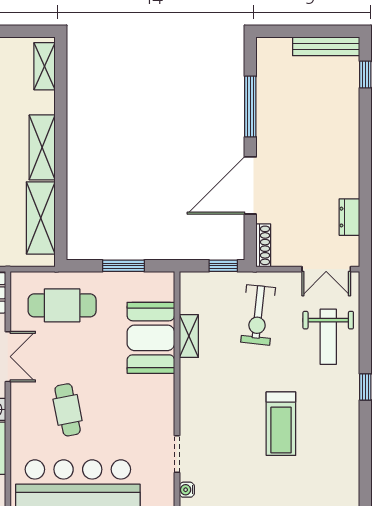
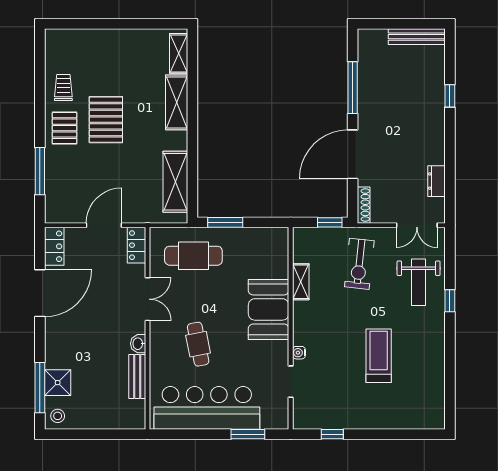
window: (365, 74) -> (450, 96), moved
shelving: (42, 147) -> (177, 102), moved
window: (123, 266) -> (225, 222), moved
booth: (151, 338) -> (269, 309), moved
window: (365, 387) -> (450, 301), moved
treadmill: (281, 424) -> (379, 356), turned 180
water cooler: (187, 490) -> (299, 353), moved

